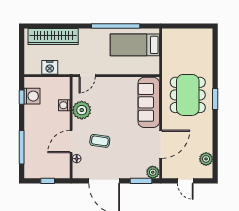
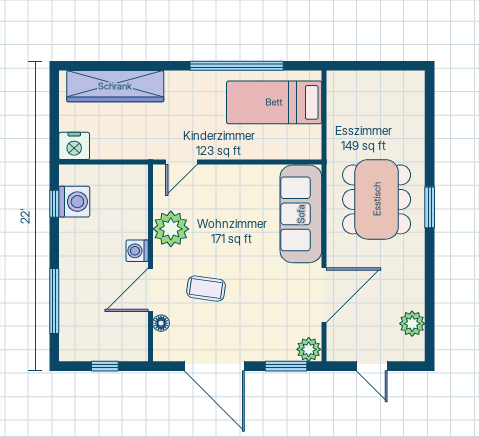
nightstand: (50, 67) -> (74, 146), moved
washing machine: (64, 105) -> (137, 251), moved

